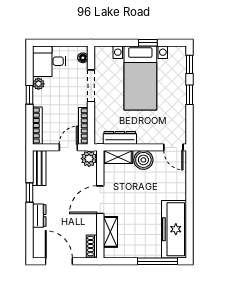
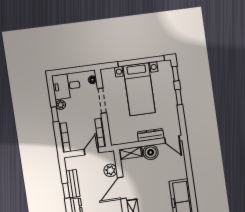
window: (148, 43) -> (141, 61), width x3.17
dresser: (120, 138) -> (151, 135), moved
plant: (89, 159) -> (110, 170), moved
bench: (39, 168) -> (73, 184), moved

